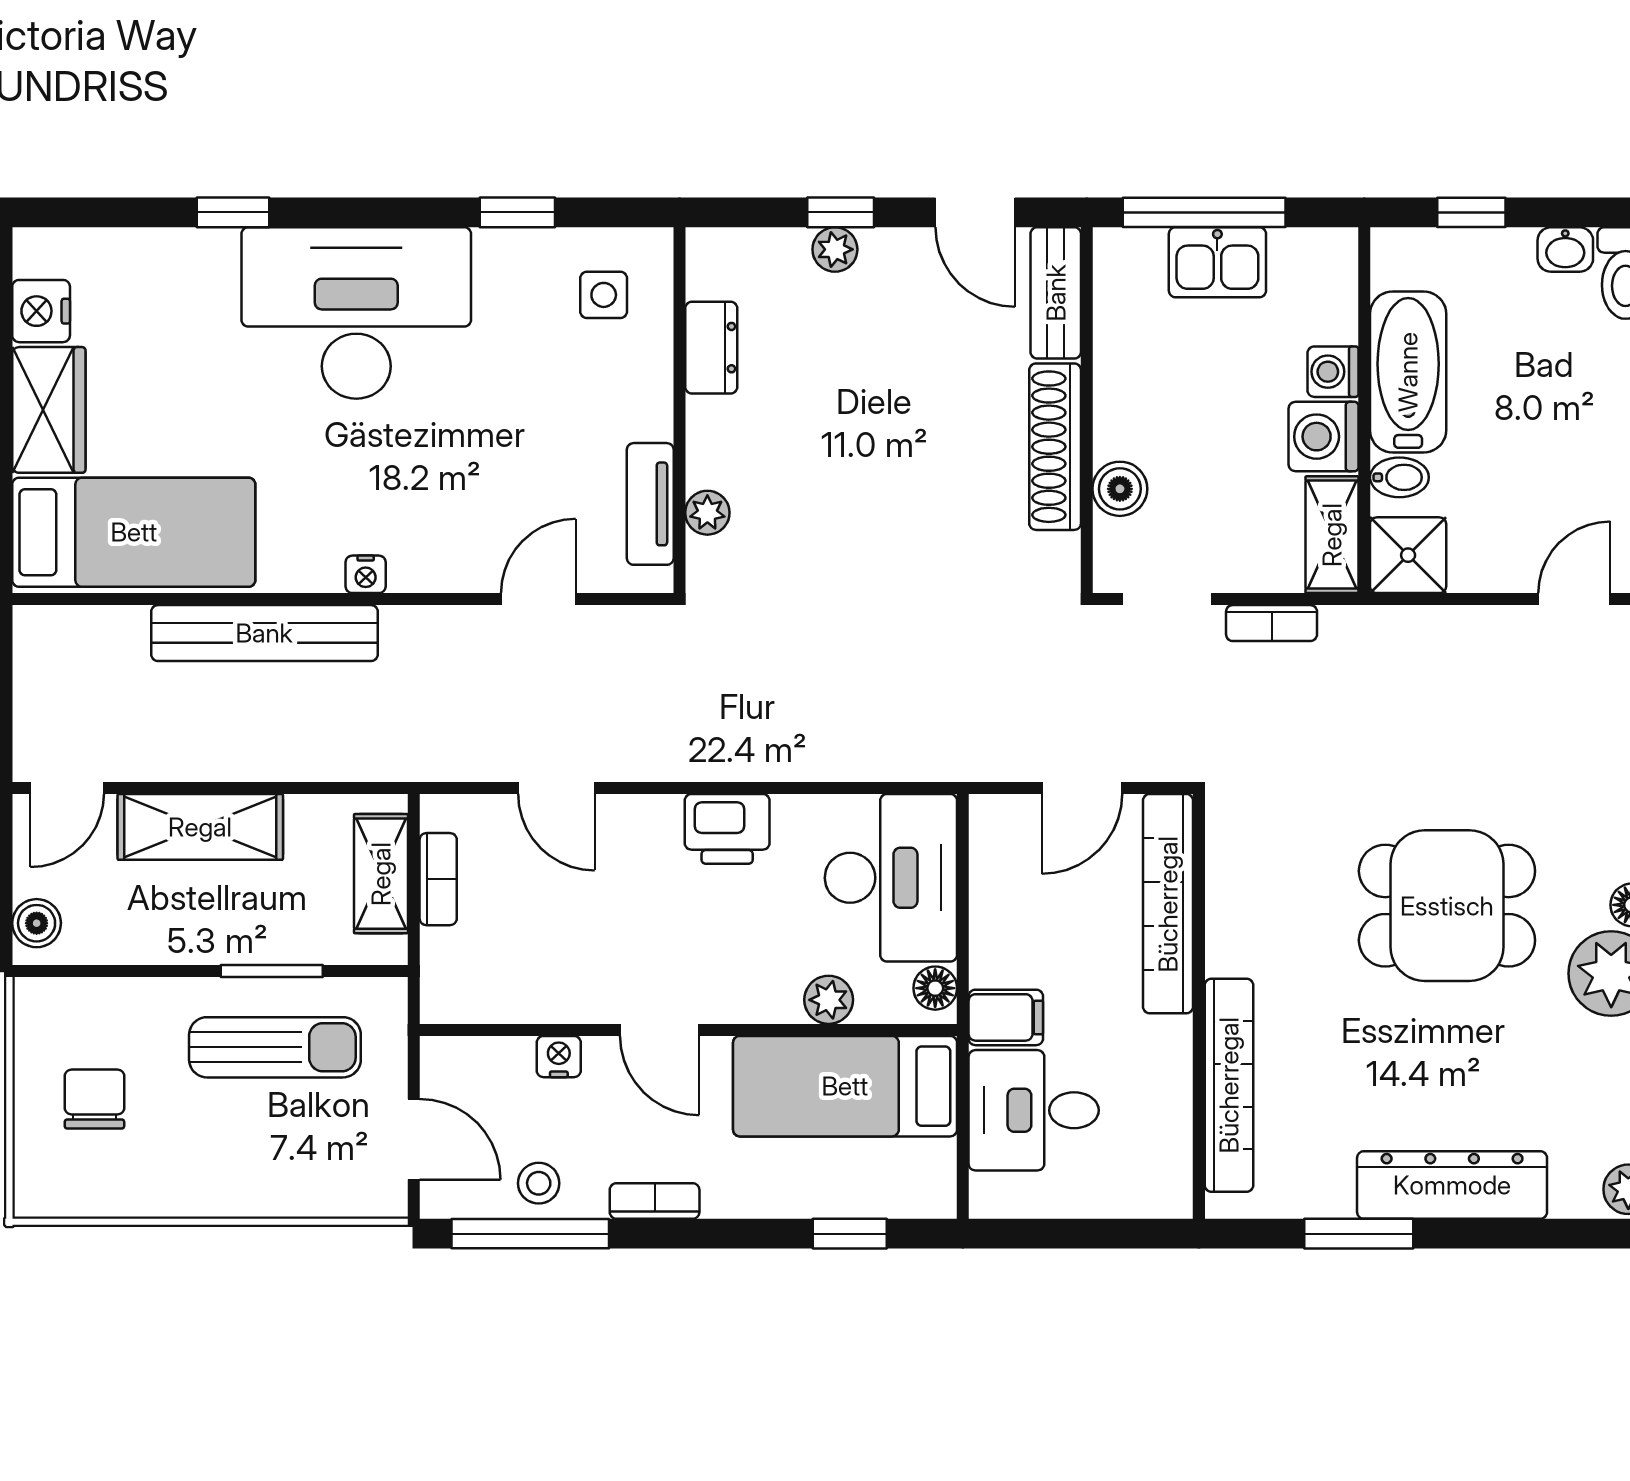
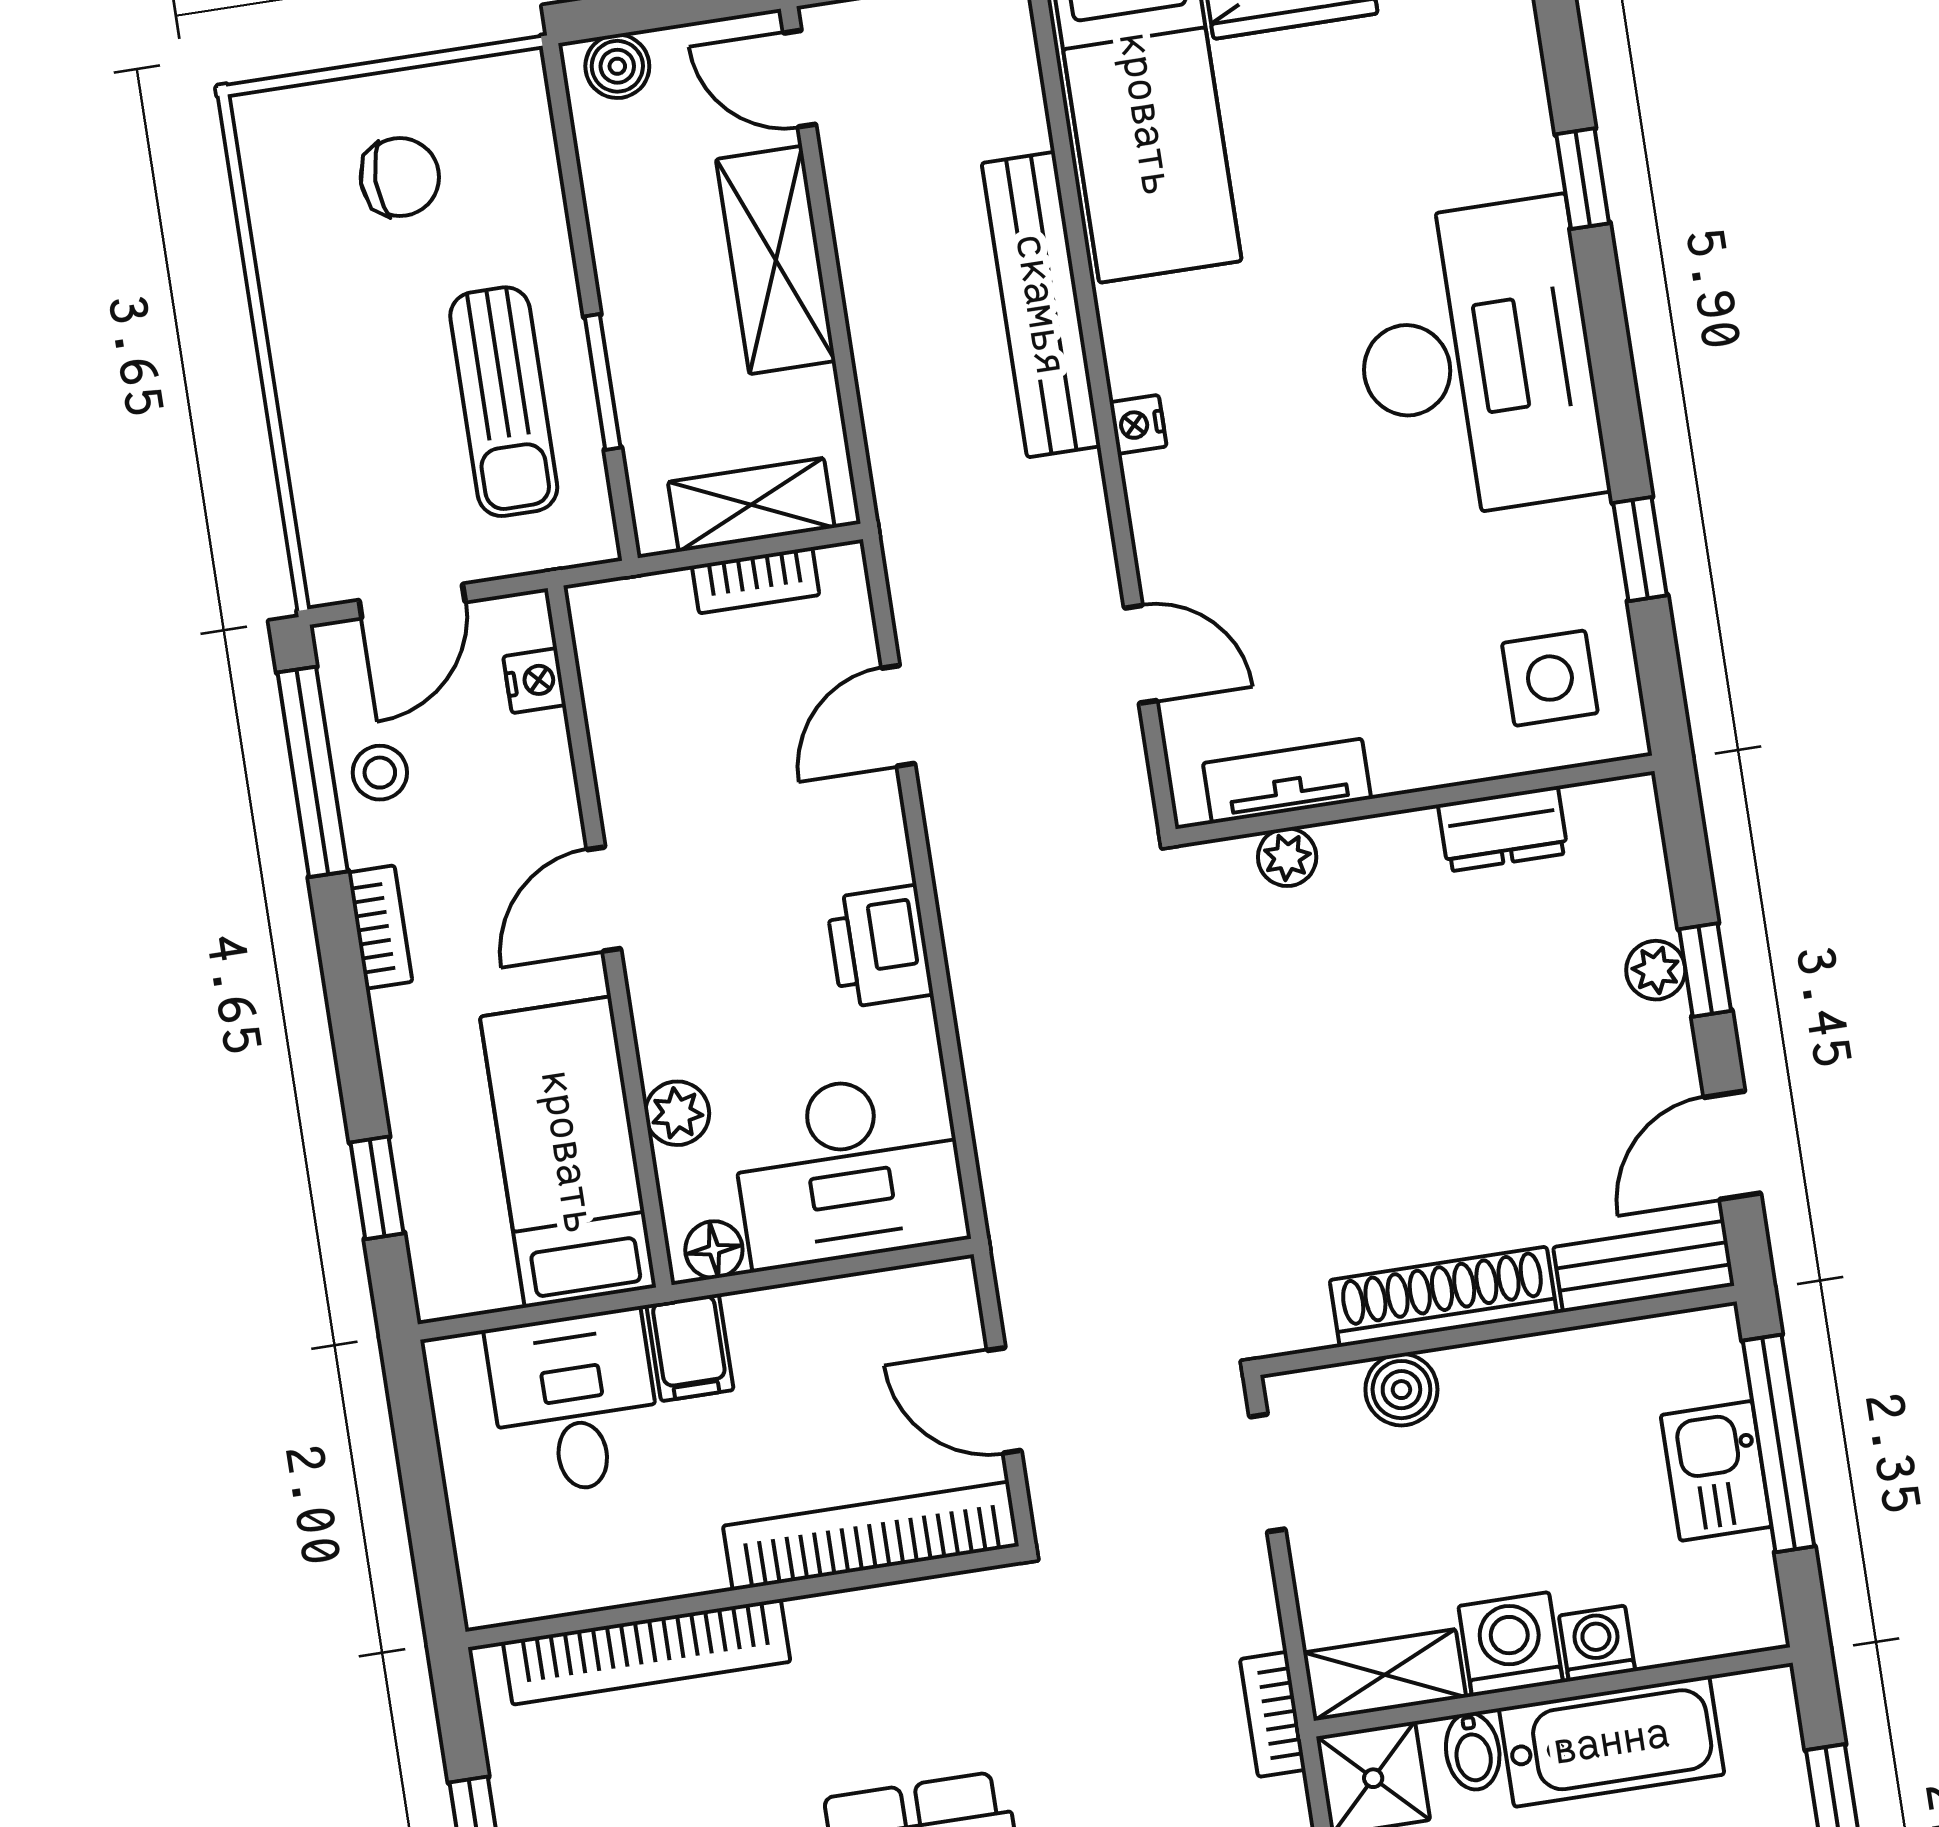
side table: (604, 295) -> (1550, 678), width x1.37, depth x1.37
bookcase: (1272, 623) -> (1273, 1714), moved
nightstand: (559, 1057) -> (535, 681), moved

